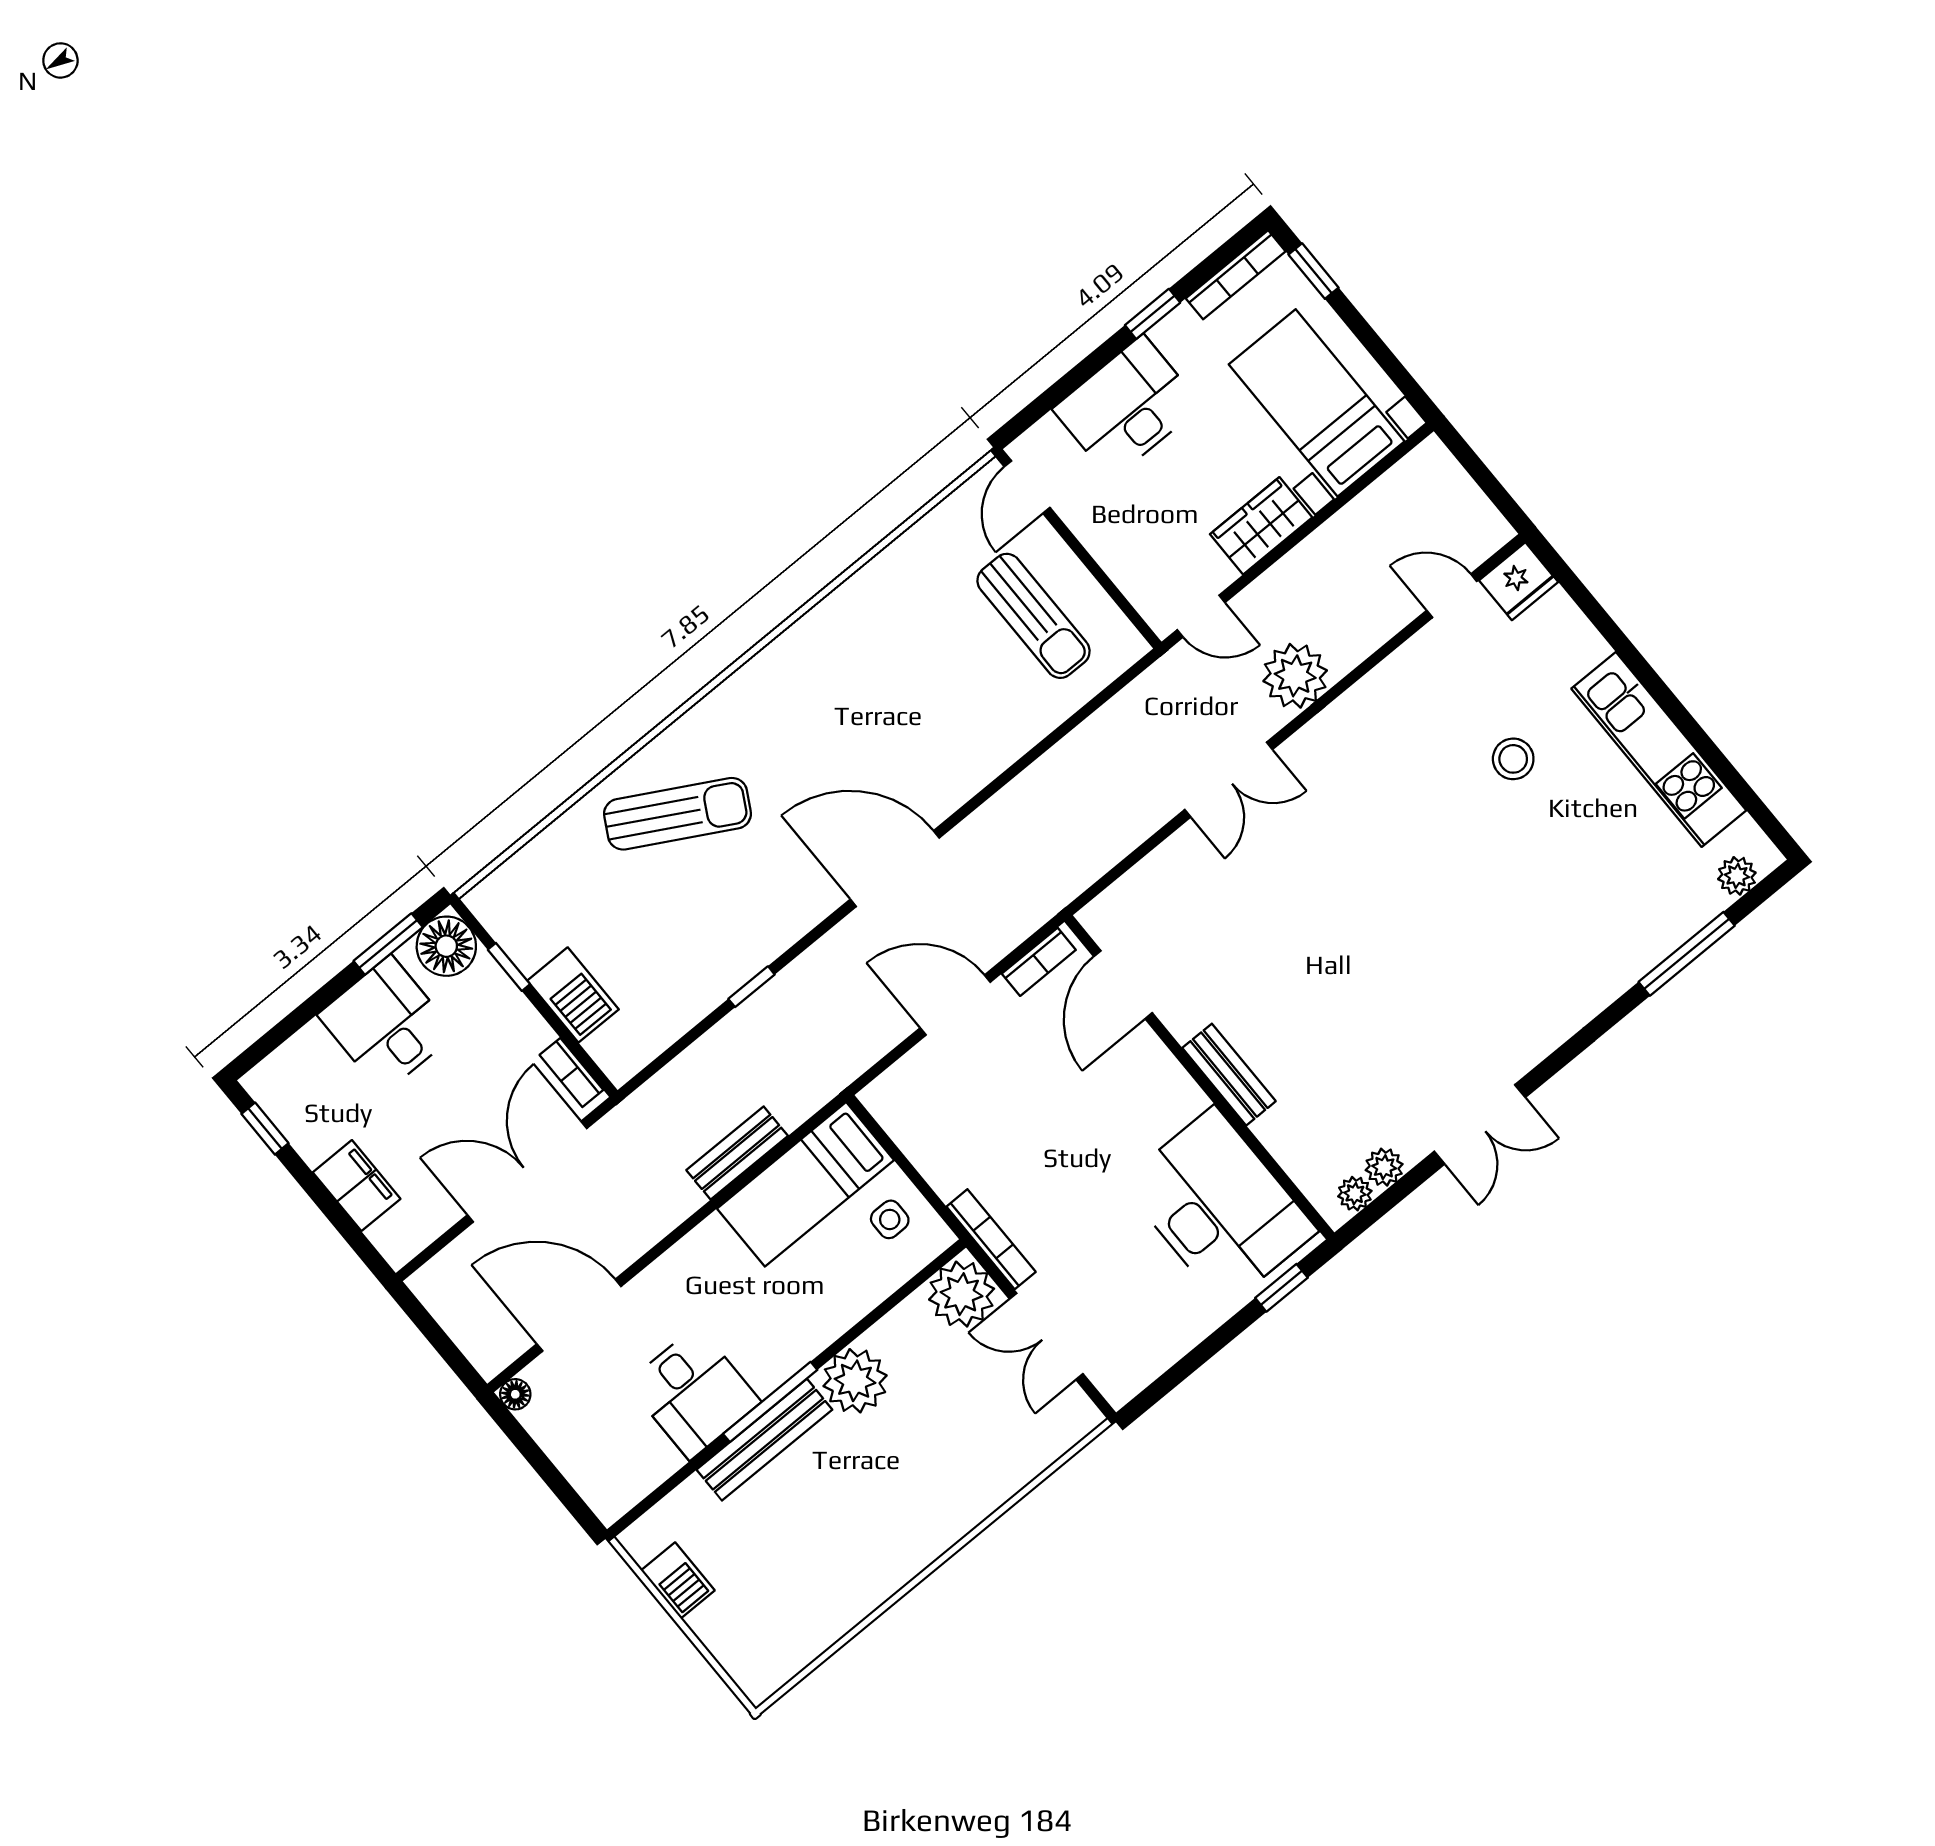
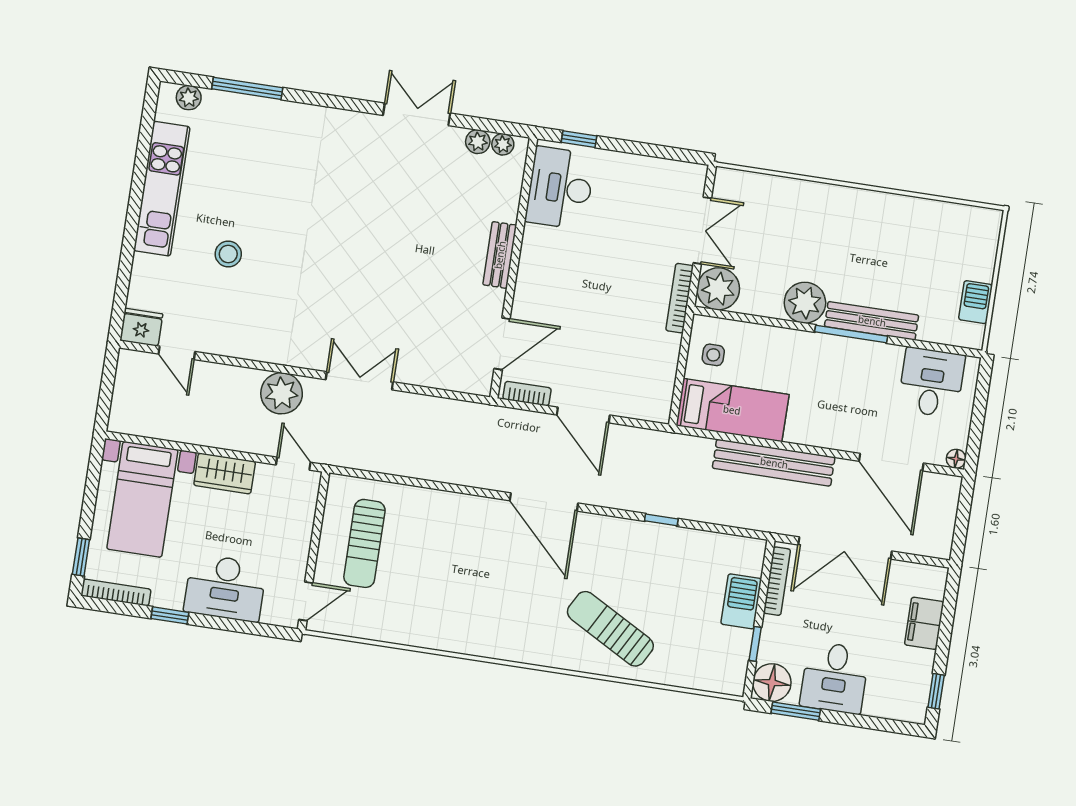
sun lounger: (1033, 616) -> (364, 543), turned 180
bookcase: (571, 1072) -> (777, 581), width x1.56
bench: (737, 1153) -> (774, 463), width x1.86, depth x1.21
desk: (1219, 1207) -> (560, 188), width x0.73, depth x0.77
desk: (694, 1393) -> (931, 383), moved

